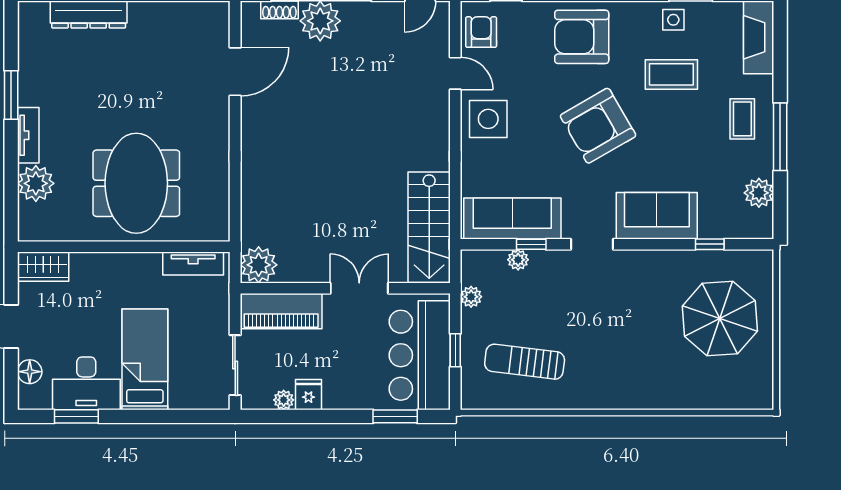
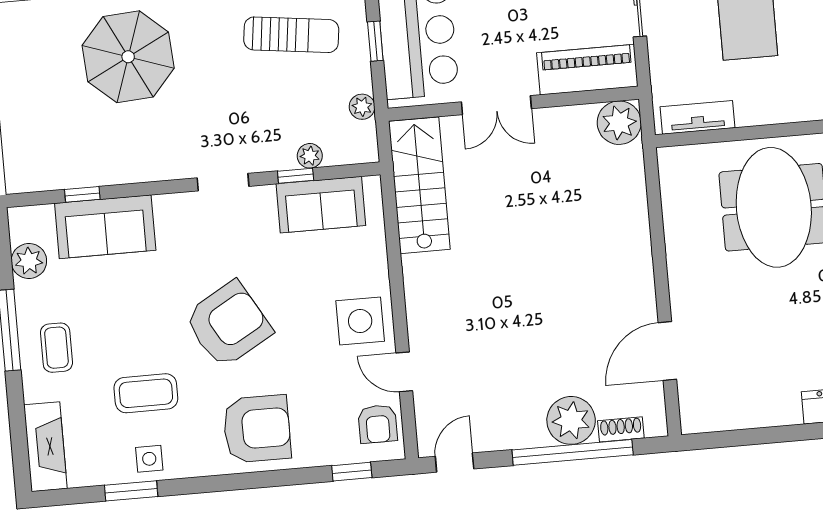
sofa: (657, 216) -> (105, 227), moved
sofa: (512, 218) -> (321, 205), width x0.73
parasol: (720, 319) -> (128, 57), moved

